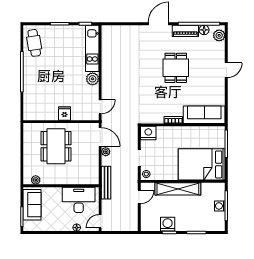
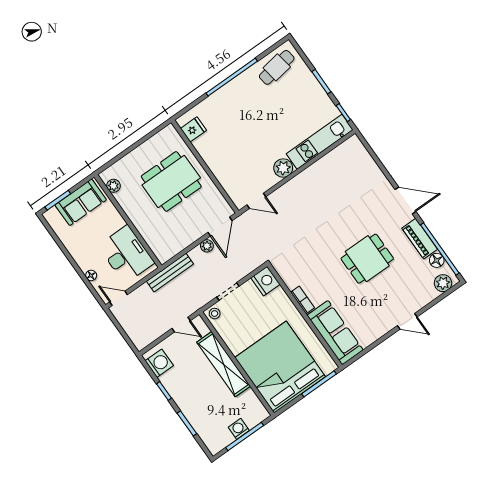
fridge: (65, 113) -> (193, 129), moved
bed: (202, 164) -> (280, 367), width x1.36
washing machine: (168, 224) -> (159, 363), moved

